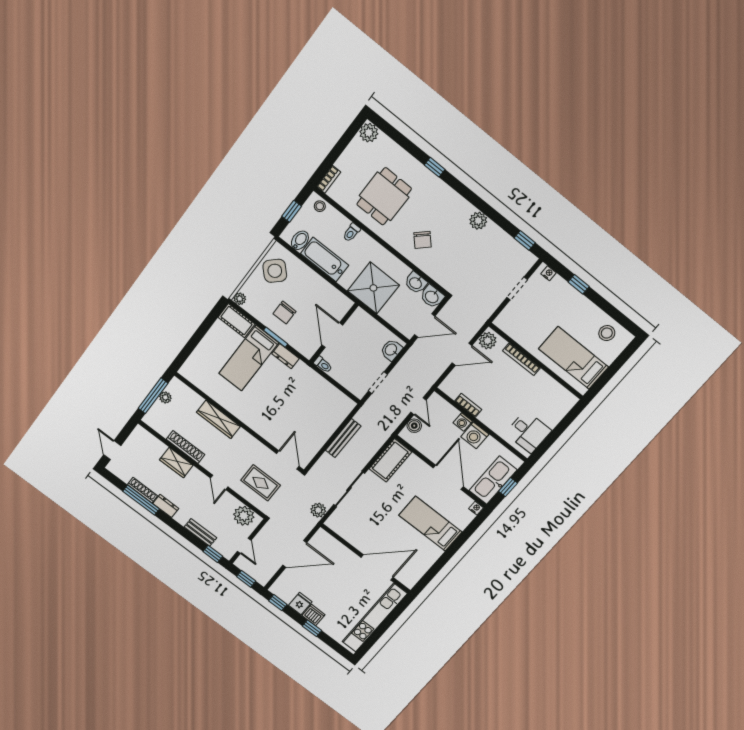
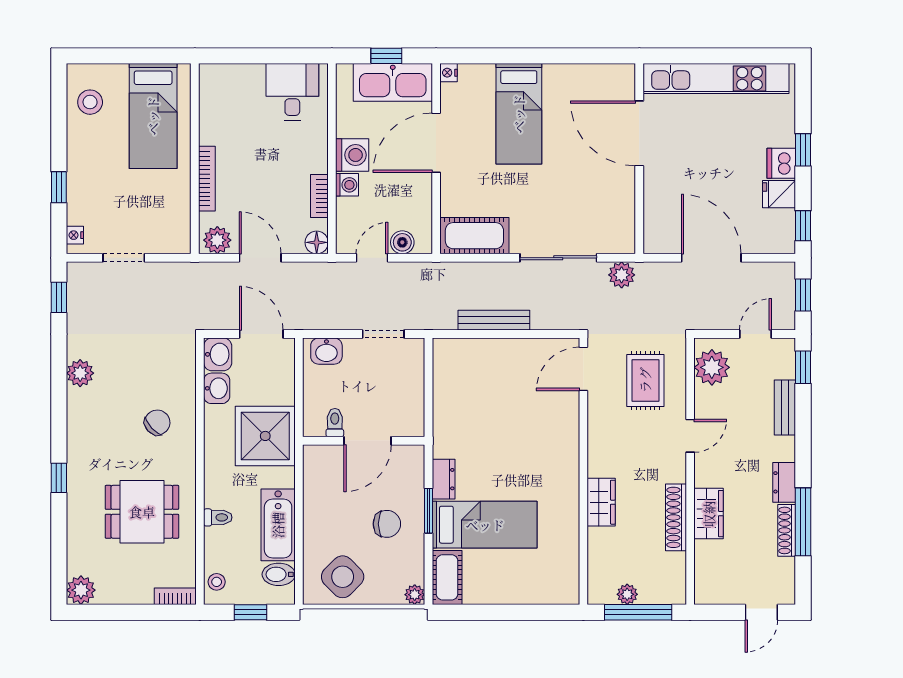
toilet: (323, 365) -> (335, 423), moved
floor lamp: (447, 386) -> (317, 242), added
wardrobe: (218, 419) -> (601, 502), width x0.67

